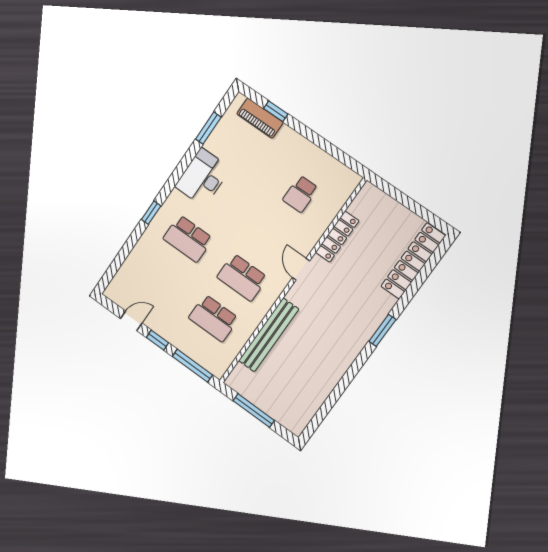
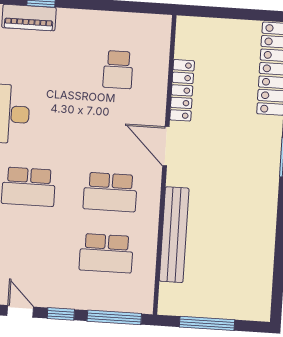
door: (301, 269) -> (166, 146), width x1.38
door: (131, 321) -> (20, 311), hinge flipped

